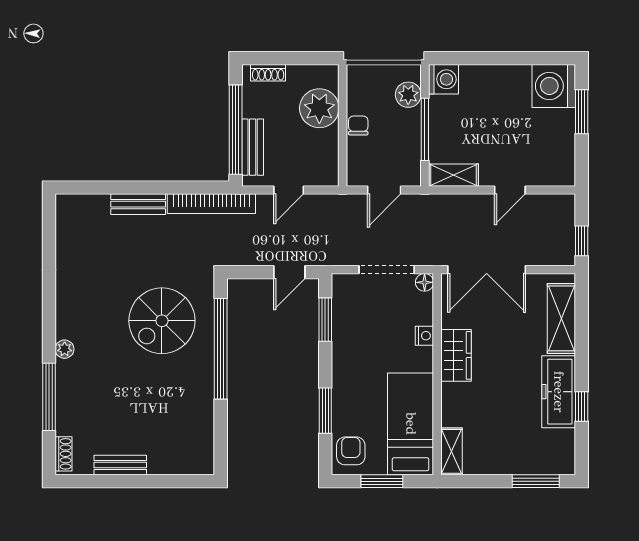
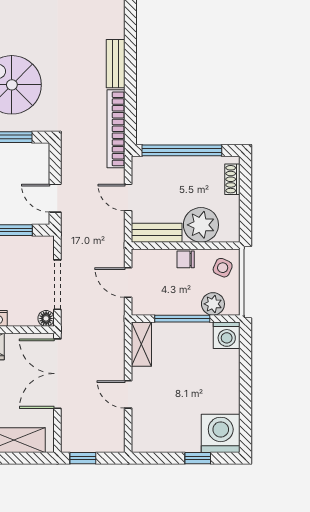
side table: (368, 84) -> (223, 268), added
window: (582, 112) -> (198, 458), width x0.67
chair: (358, 126) -> (186, 259), turned 180
bench: (253, 147) -> (157, 233), moved

